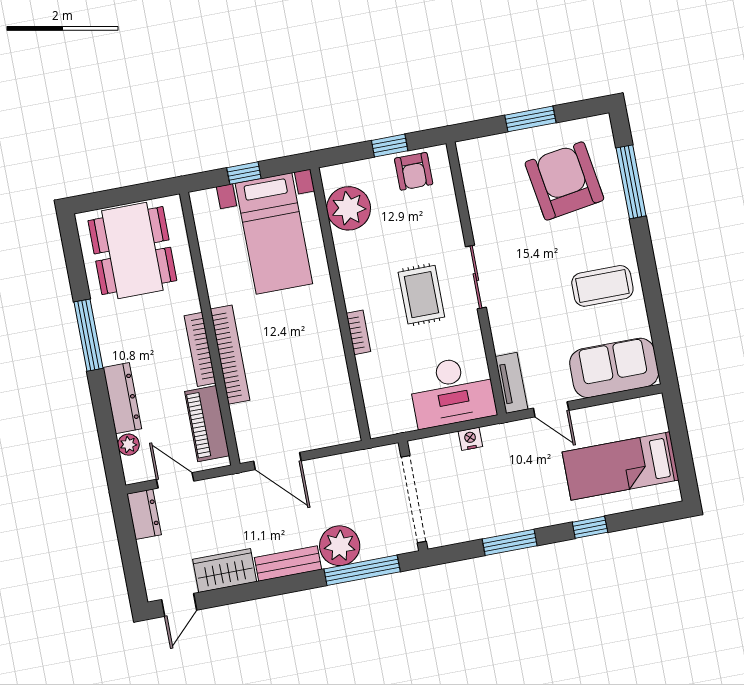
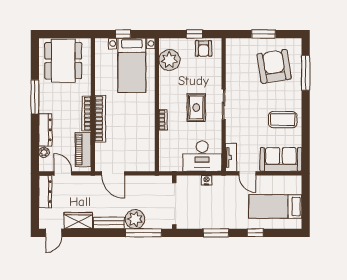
dresser: (144, 514) -> (45, 192), width x1.44

